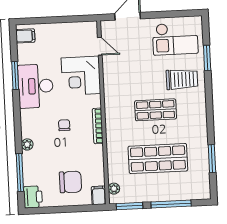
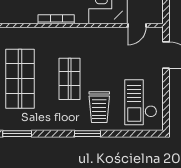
window: (207, 58) -> (88, 134), moved

